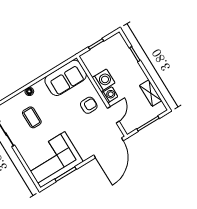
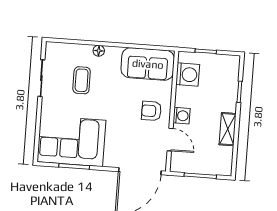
washing machine: (104, 80) -> (188, 75), moved
shelving: (151, 93) -> (228, 129), moved
armchair: (89, 105) -> (151, 111), turned 180
door: (113, 115) -> (170, 140), hinge flipped

